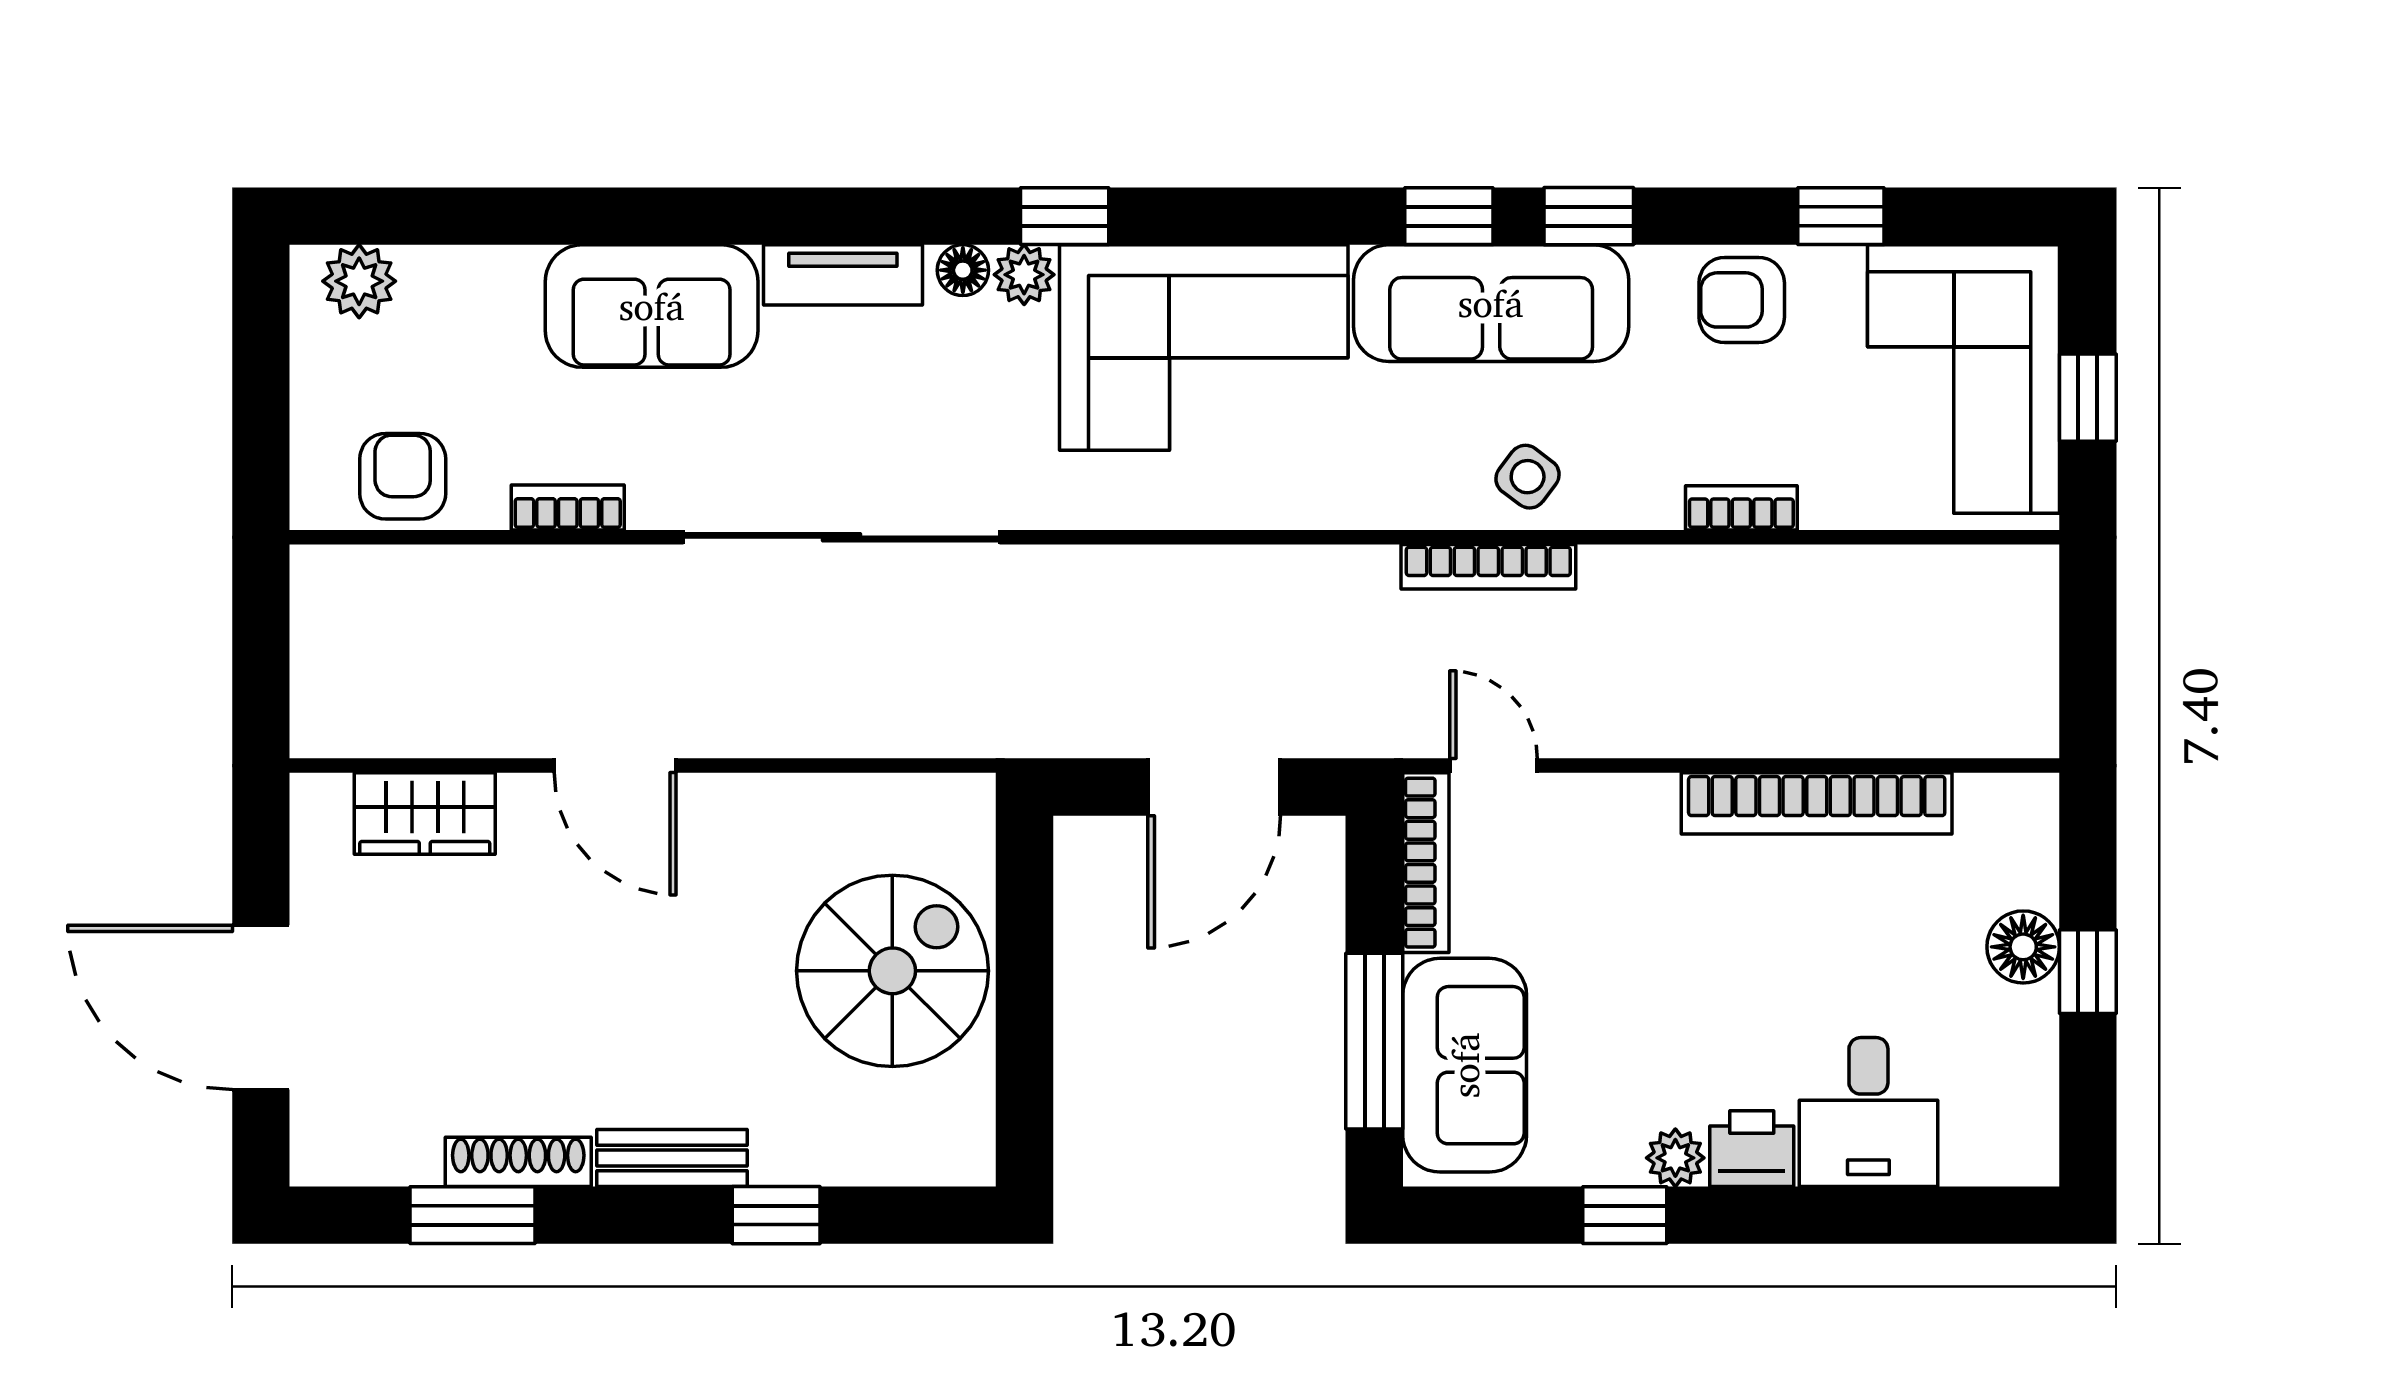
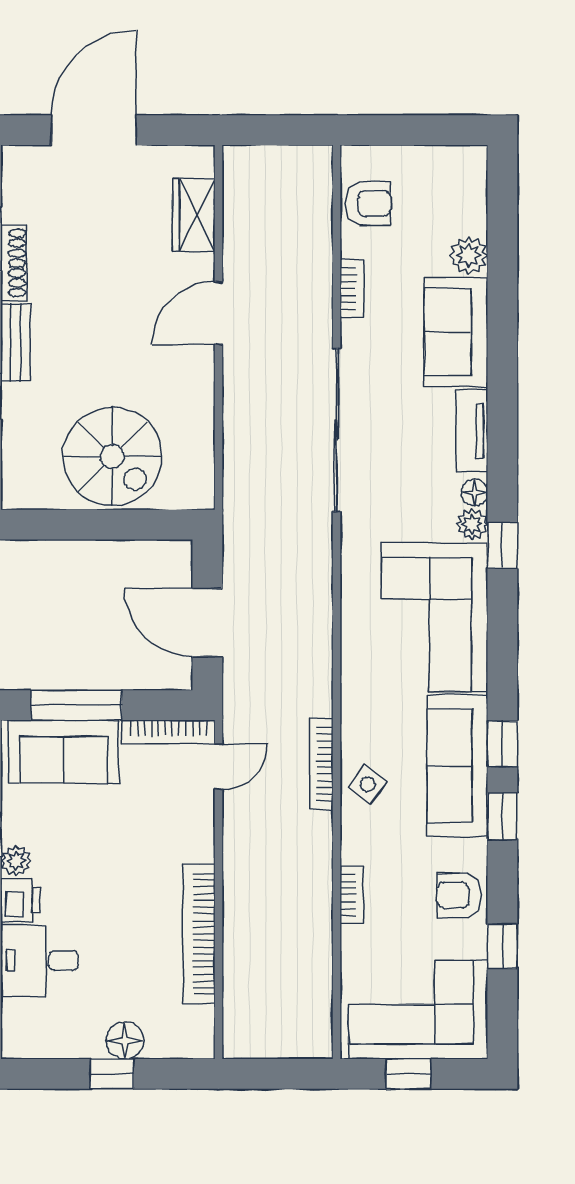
plant: (359, 281) -> (469, 255), moved
armchair: (1742, 300) -> (459, 895), turned -90

